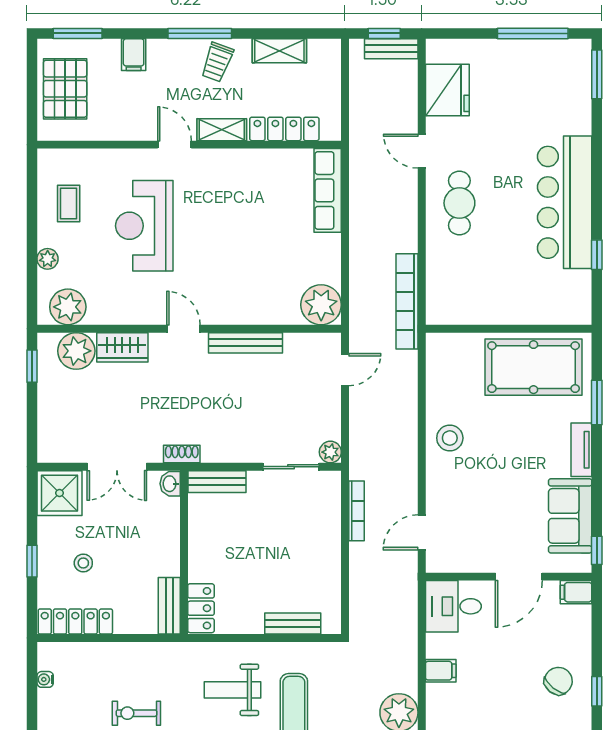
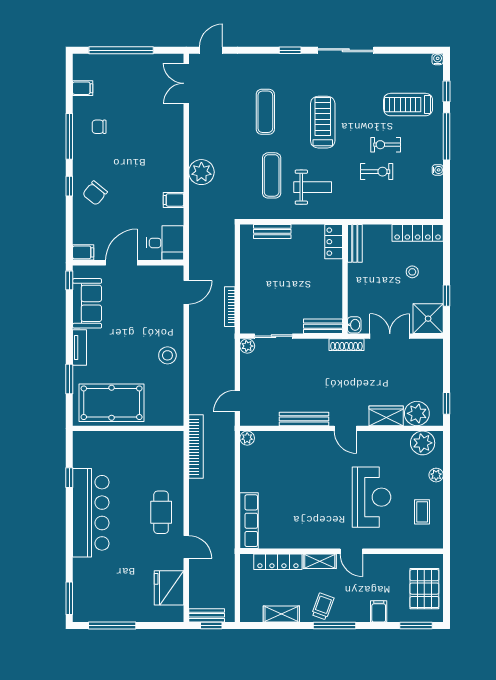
plant: (321, 305) -> (247, 438), width x0.53, depth x0.53
shoe rack: (182, 454) -> (346, 345), width x1.43
window: (32, 561) -> (447, 296), moved
water cooler: (45, 679) -> (438, 170), moved

